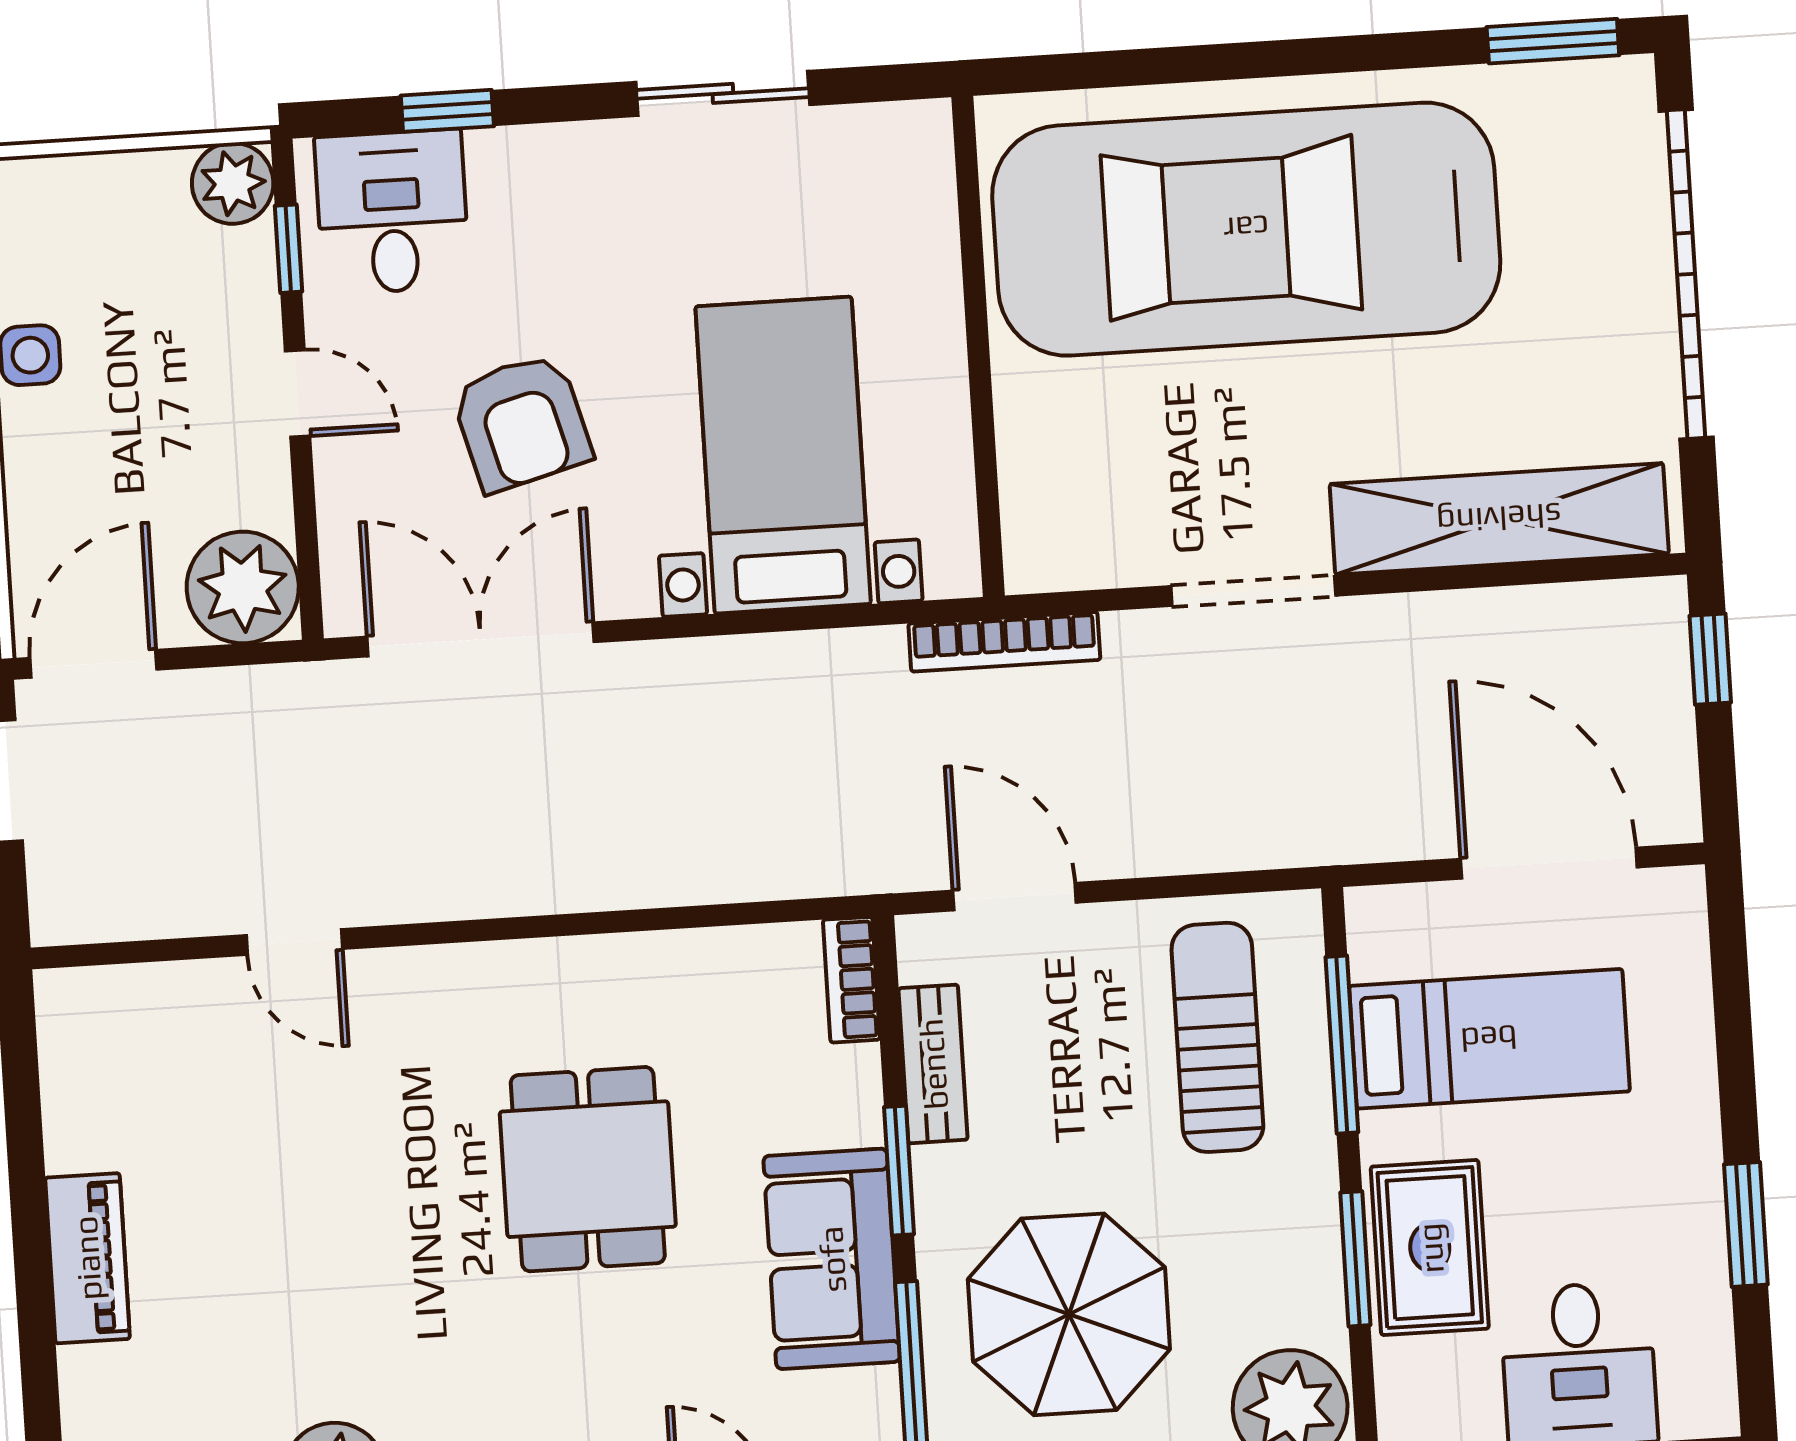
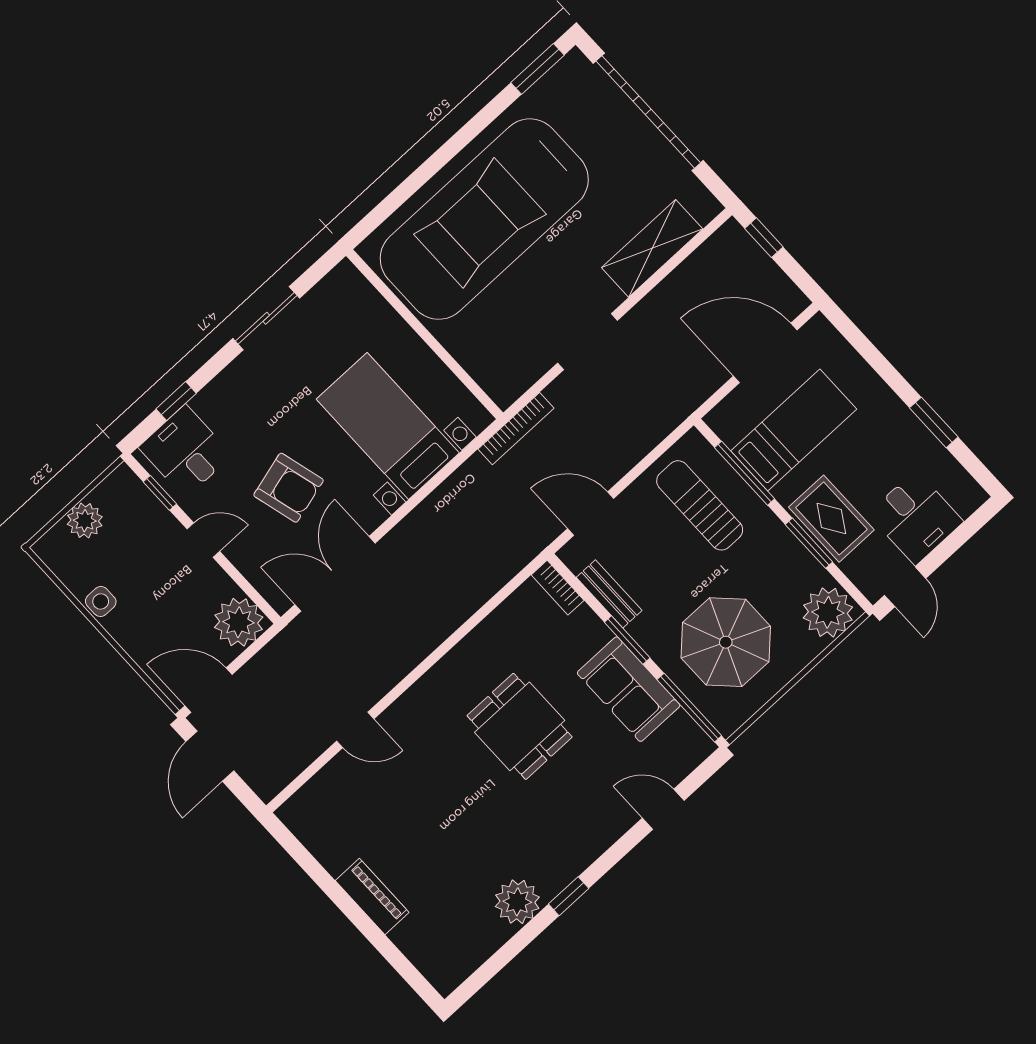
plant: (233, 183) -> (85, 521), moved
shelving: (1499, 519) -> (652, 248), width x0.68
door: (93, 664) -> (209, 690), hinge flipped

